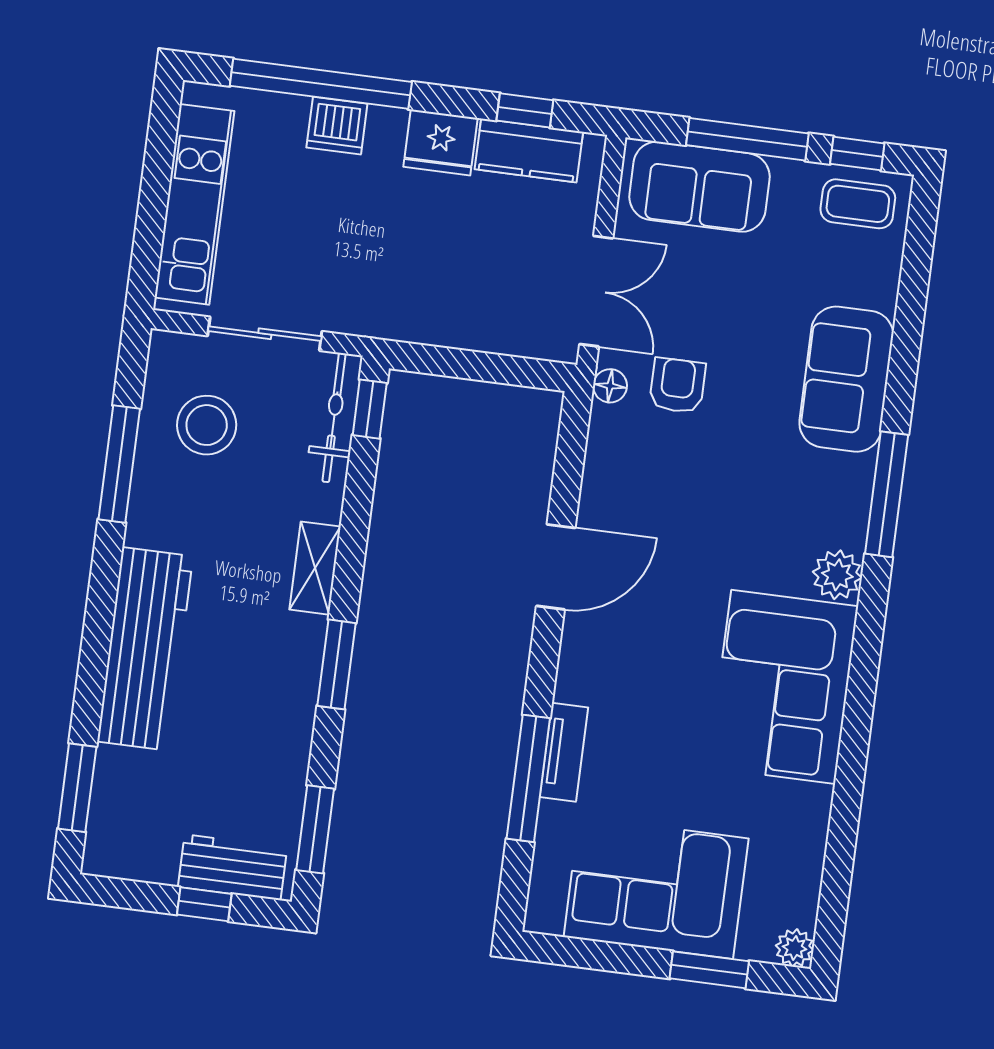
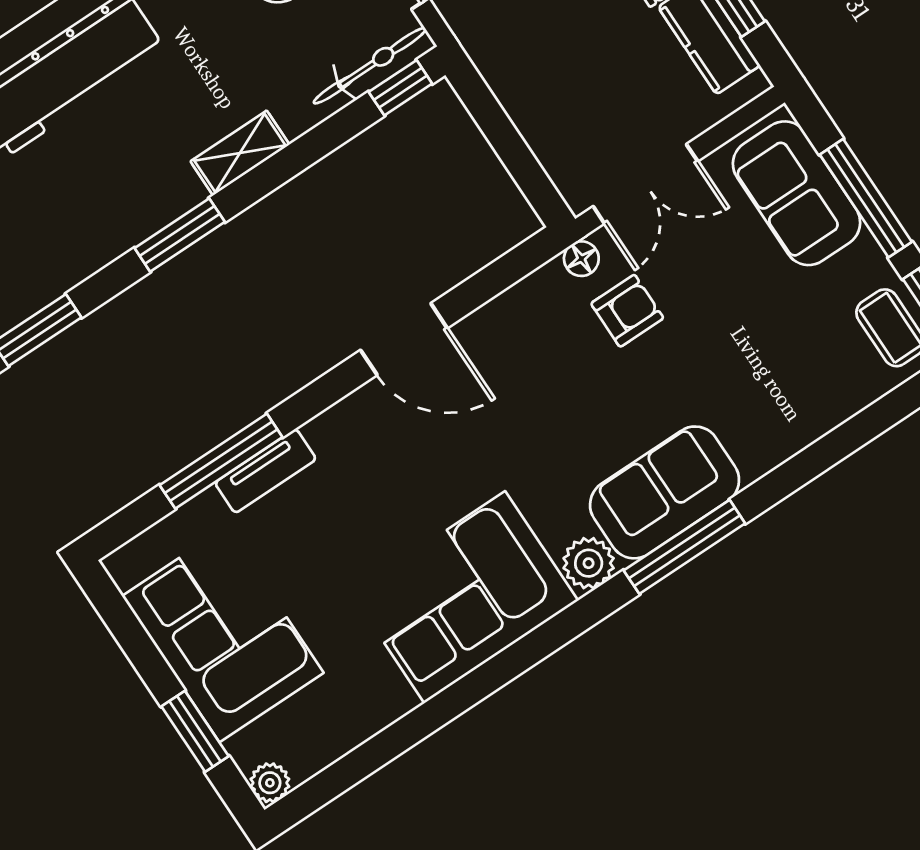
sofa: (846, 379) -> (665, 492), moved

